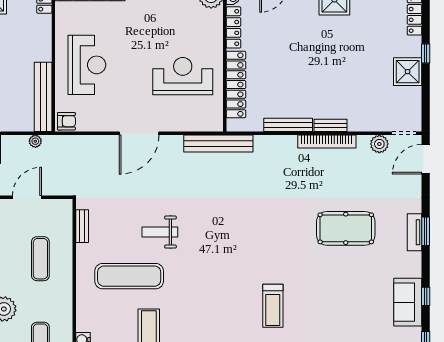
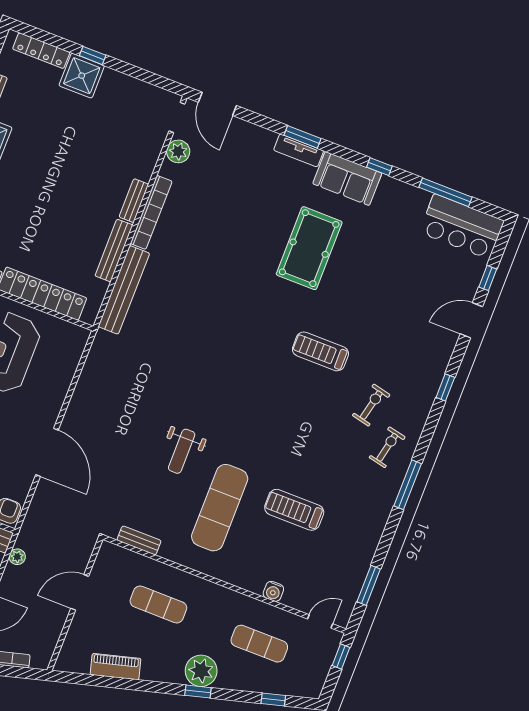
shower: (408, 72) -> (82, 76), moved
door: (139, 133) -> (47, 452), moved
bench: (218, 143) -> (124, 290), moved
door: (27, 197) -> (80, 592), hinge flipped
pool table: (346, 228) -> (309, 248), moved
sofa: (408, 302) -> (347, 178), moved
treadmill: (273, 306) -> (320, 351), turned 180

